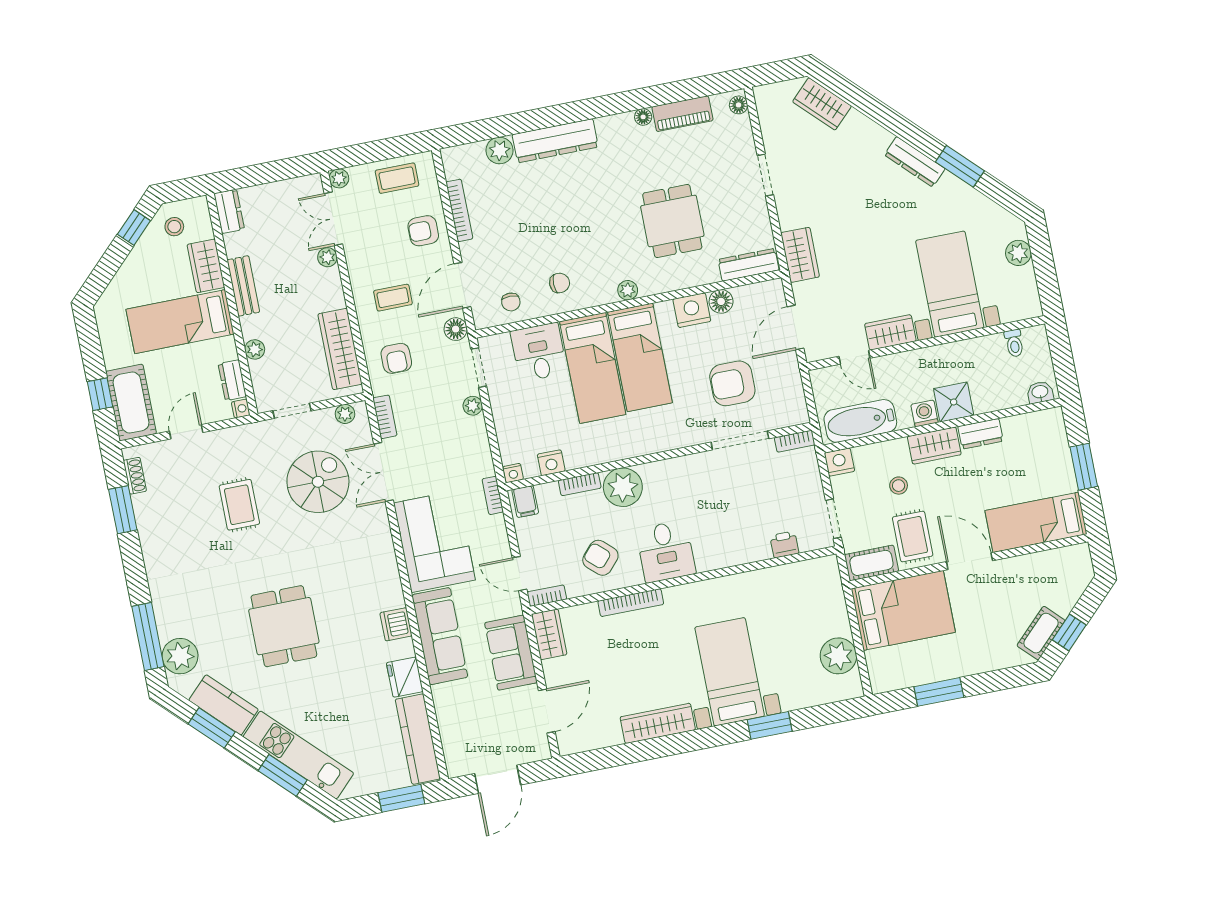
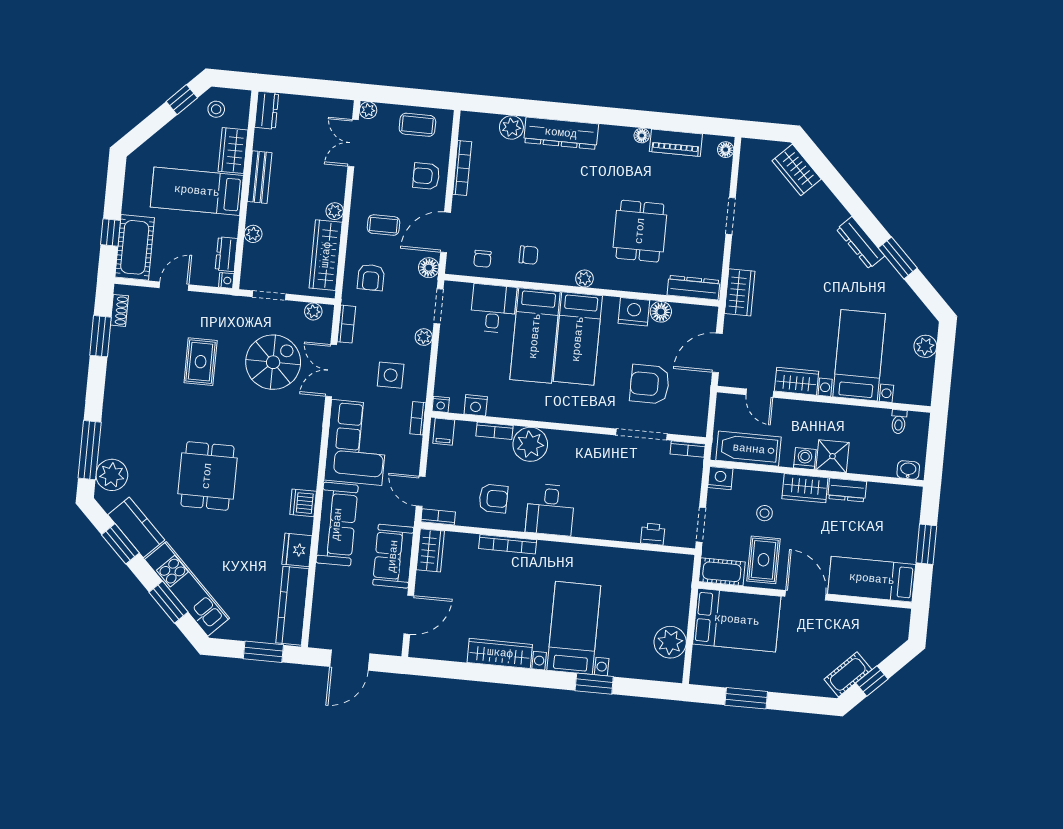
plant: (327, 257) -> (335, 211), moved
side table: (449, 458) -> (391, 375), added
armchair: (600, 558) -> (493, 498), turned 138

